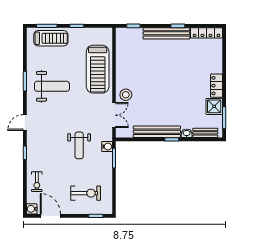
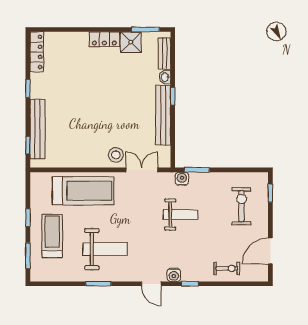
bench: (166, 33) -> (38, 129), moved
treadmill: (51, 38) -> (52, 236), moved
weight bench: (52, 86) -> (105, 249), turned 90
water cooler: (32, 209) -> (174, 275), moved

